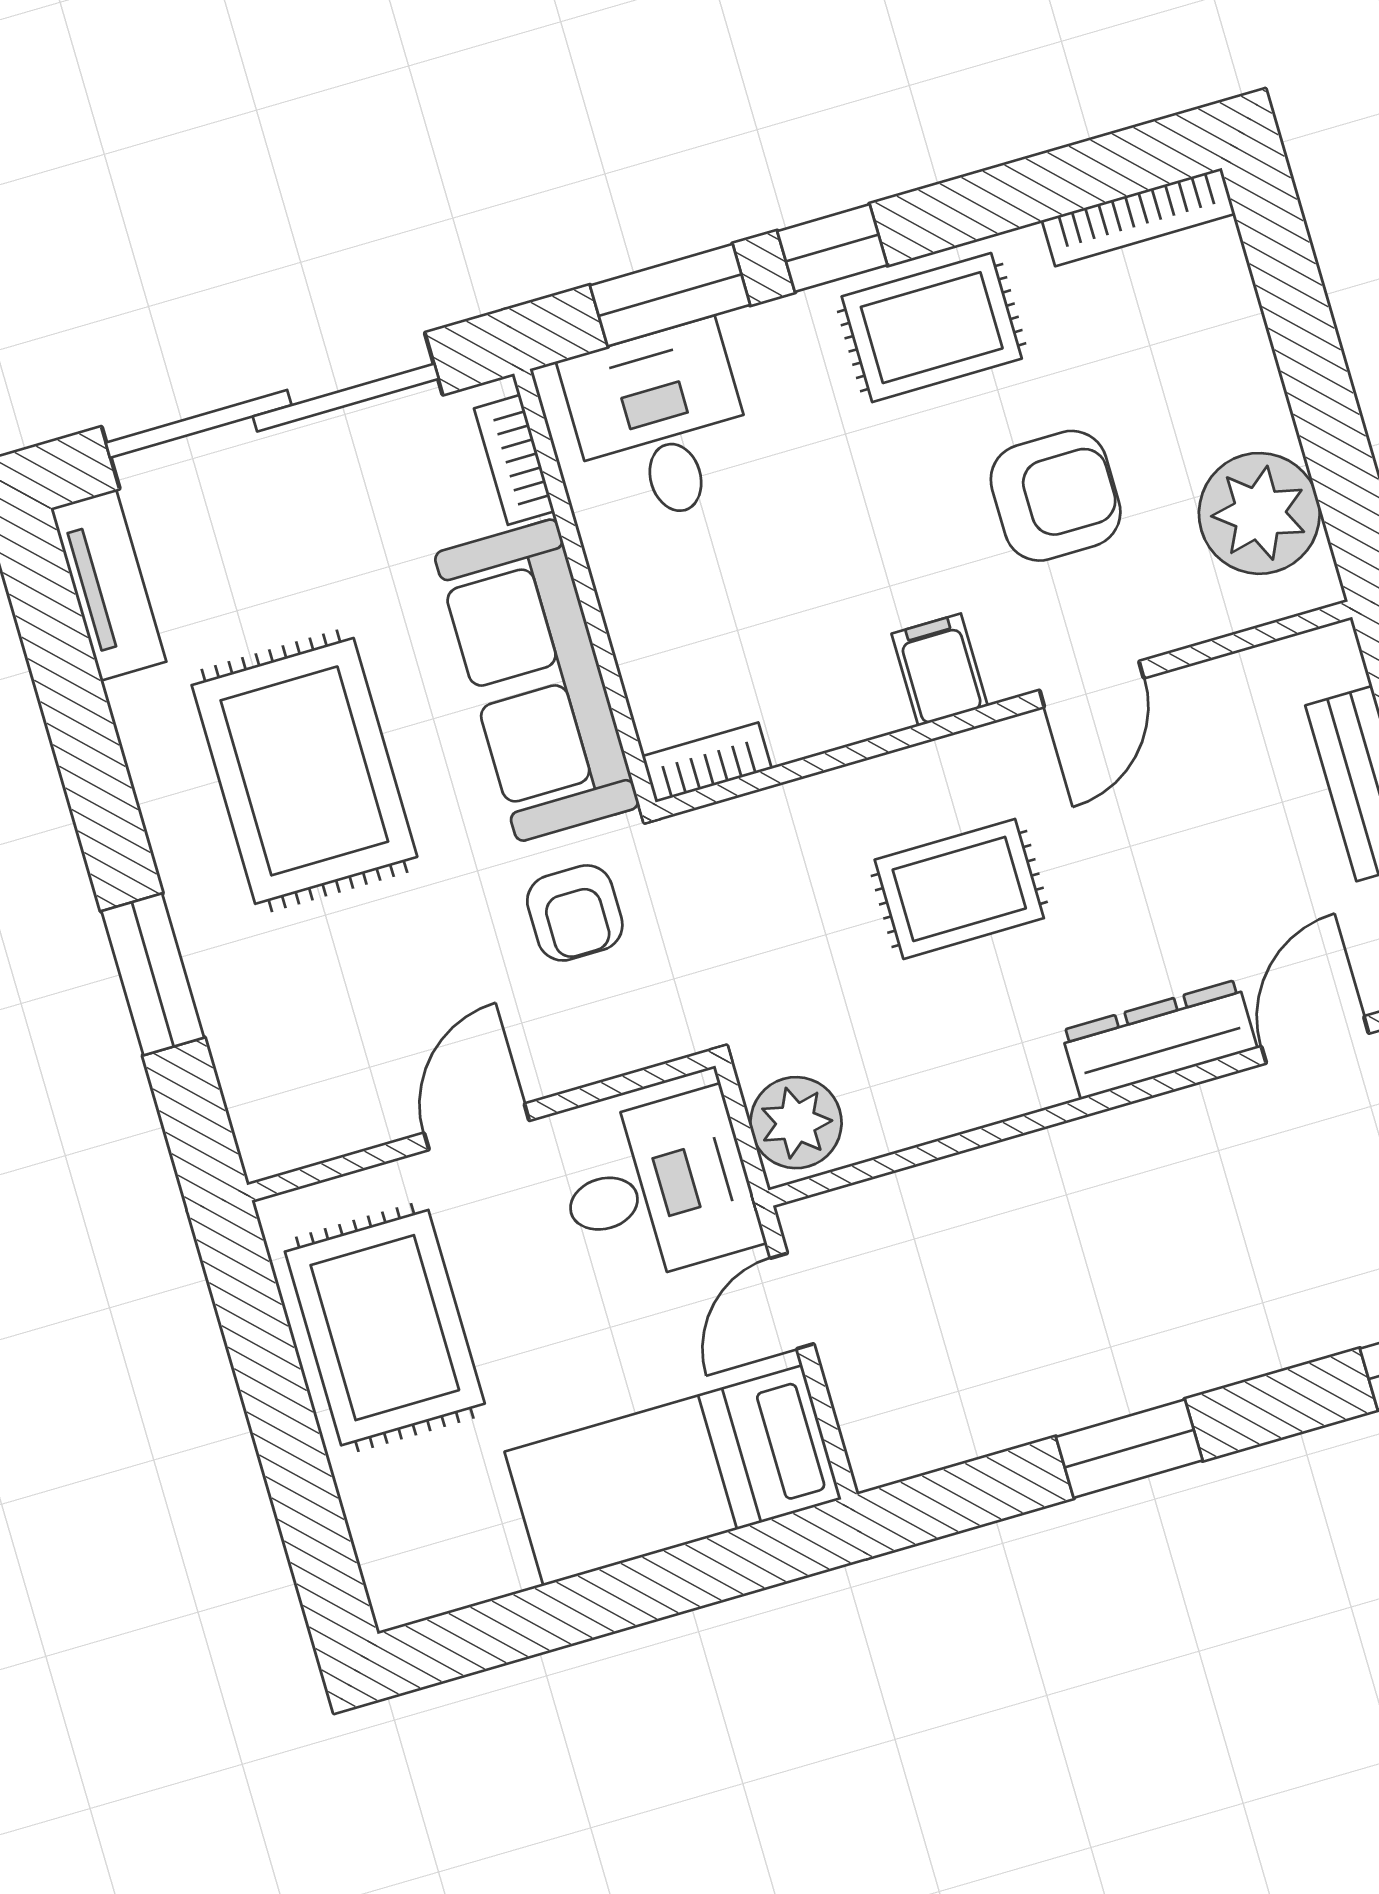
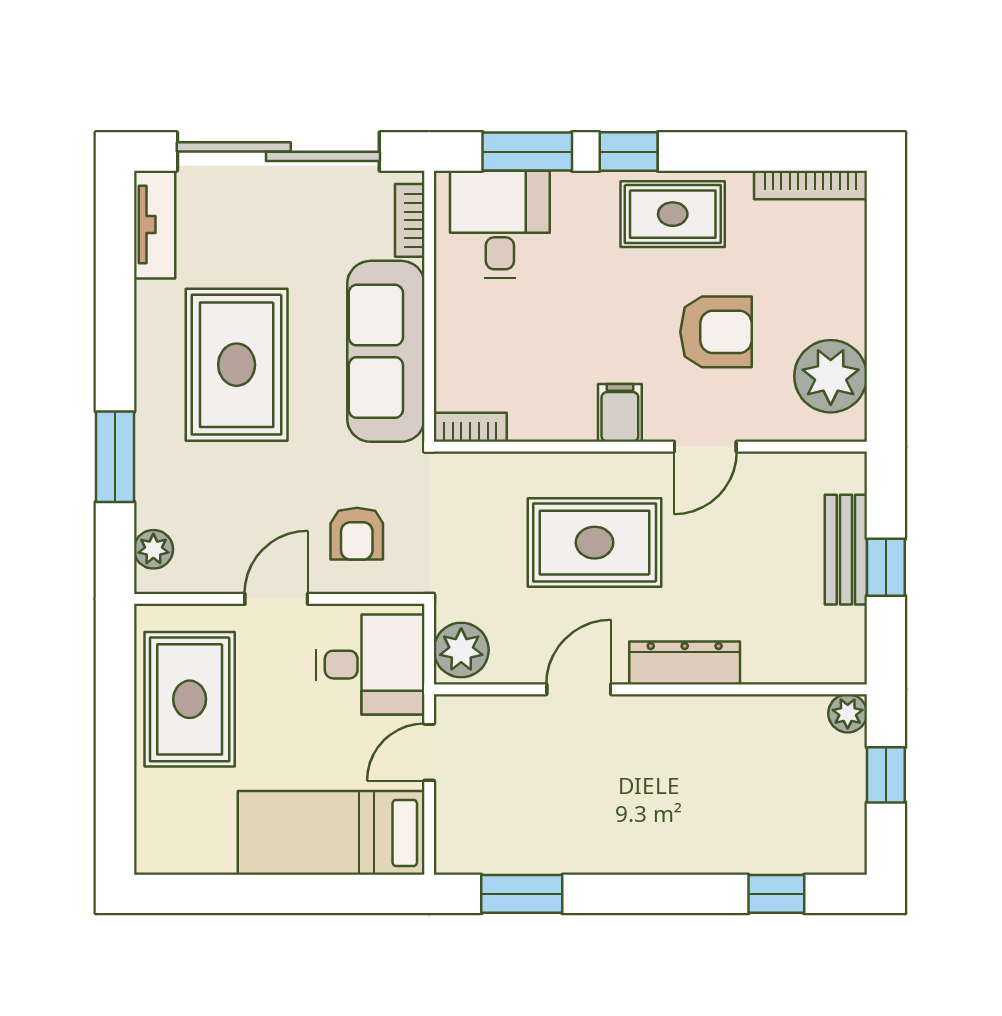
rug: (959, 889) -> (595, 543), width x1.36, depth x1.43
armchair: (575, 913) -> (357, 534), moved
door: (1315, 1040) -> (579, 689), moved
plant: (257, 1105) -> (153, 549), added
window: (1129, 1449) -> (522, 894), moved

